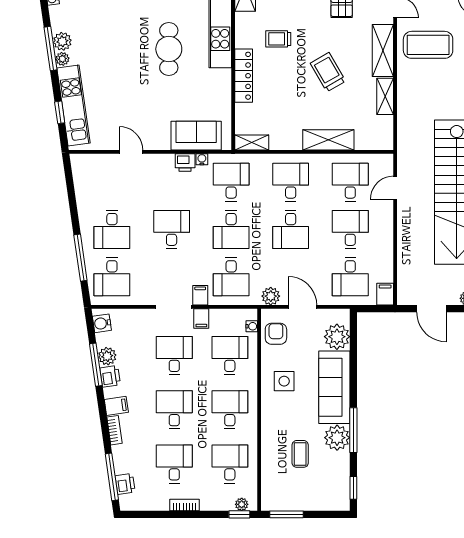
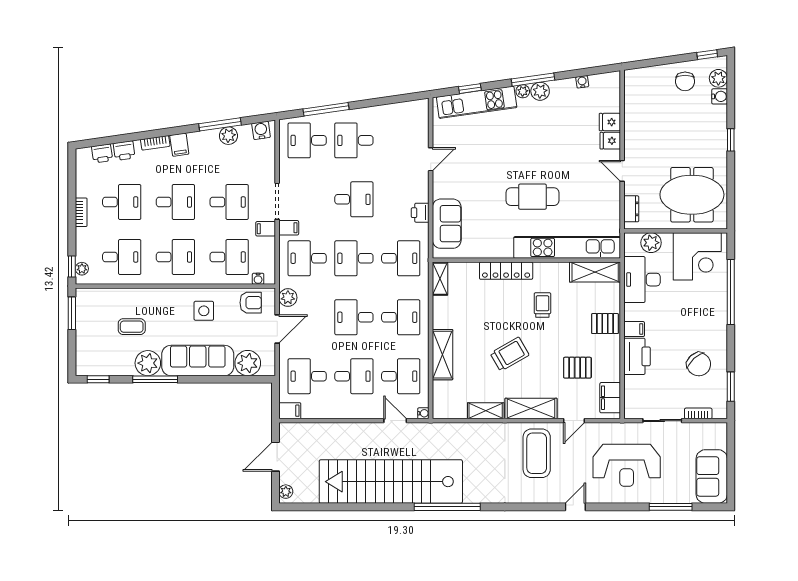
water cooler: (202, 159) -> (423, 413), moved
printer: (110, 376) -> (124, 151), moved
window: (112, 477) -> (109, 140), removed

